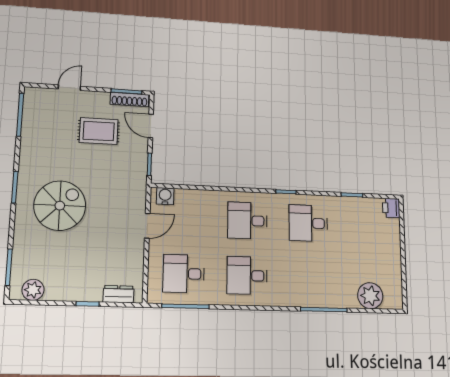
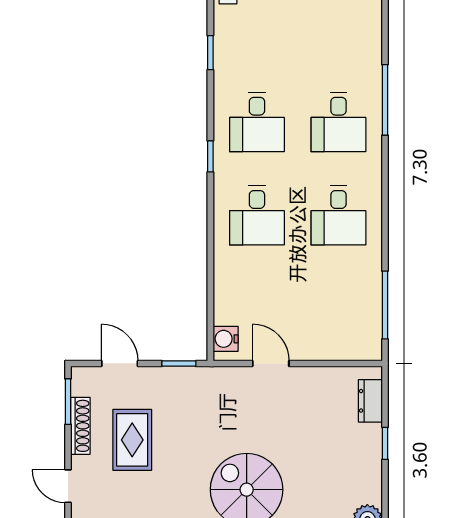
shoe rack: (130, 100) -> (80, 426), moved
door: (151, 126) -> (120, 363), swing flipped
desk: (184, 274) -> (338, 122), moved
plant: (370, 296) -> (363, 28), removed

